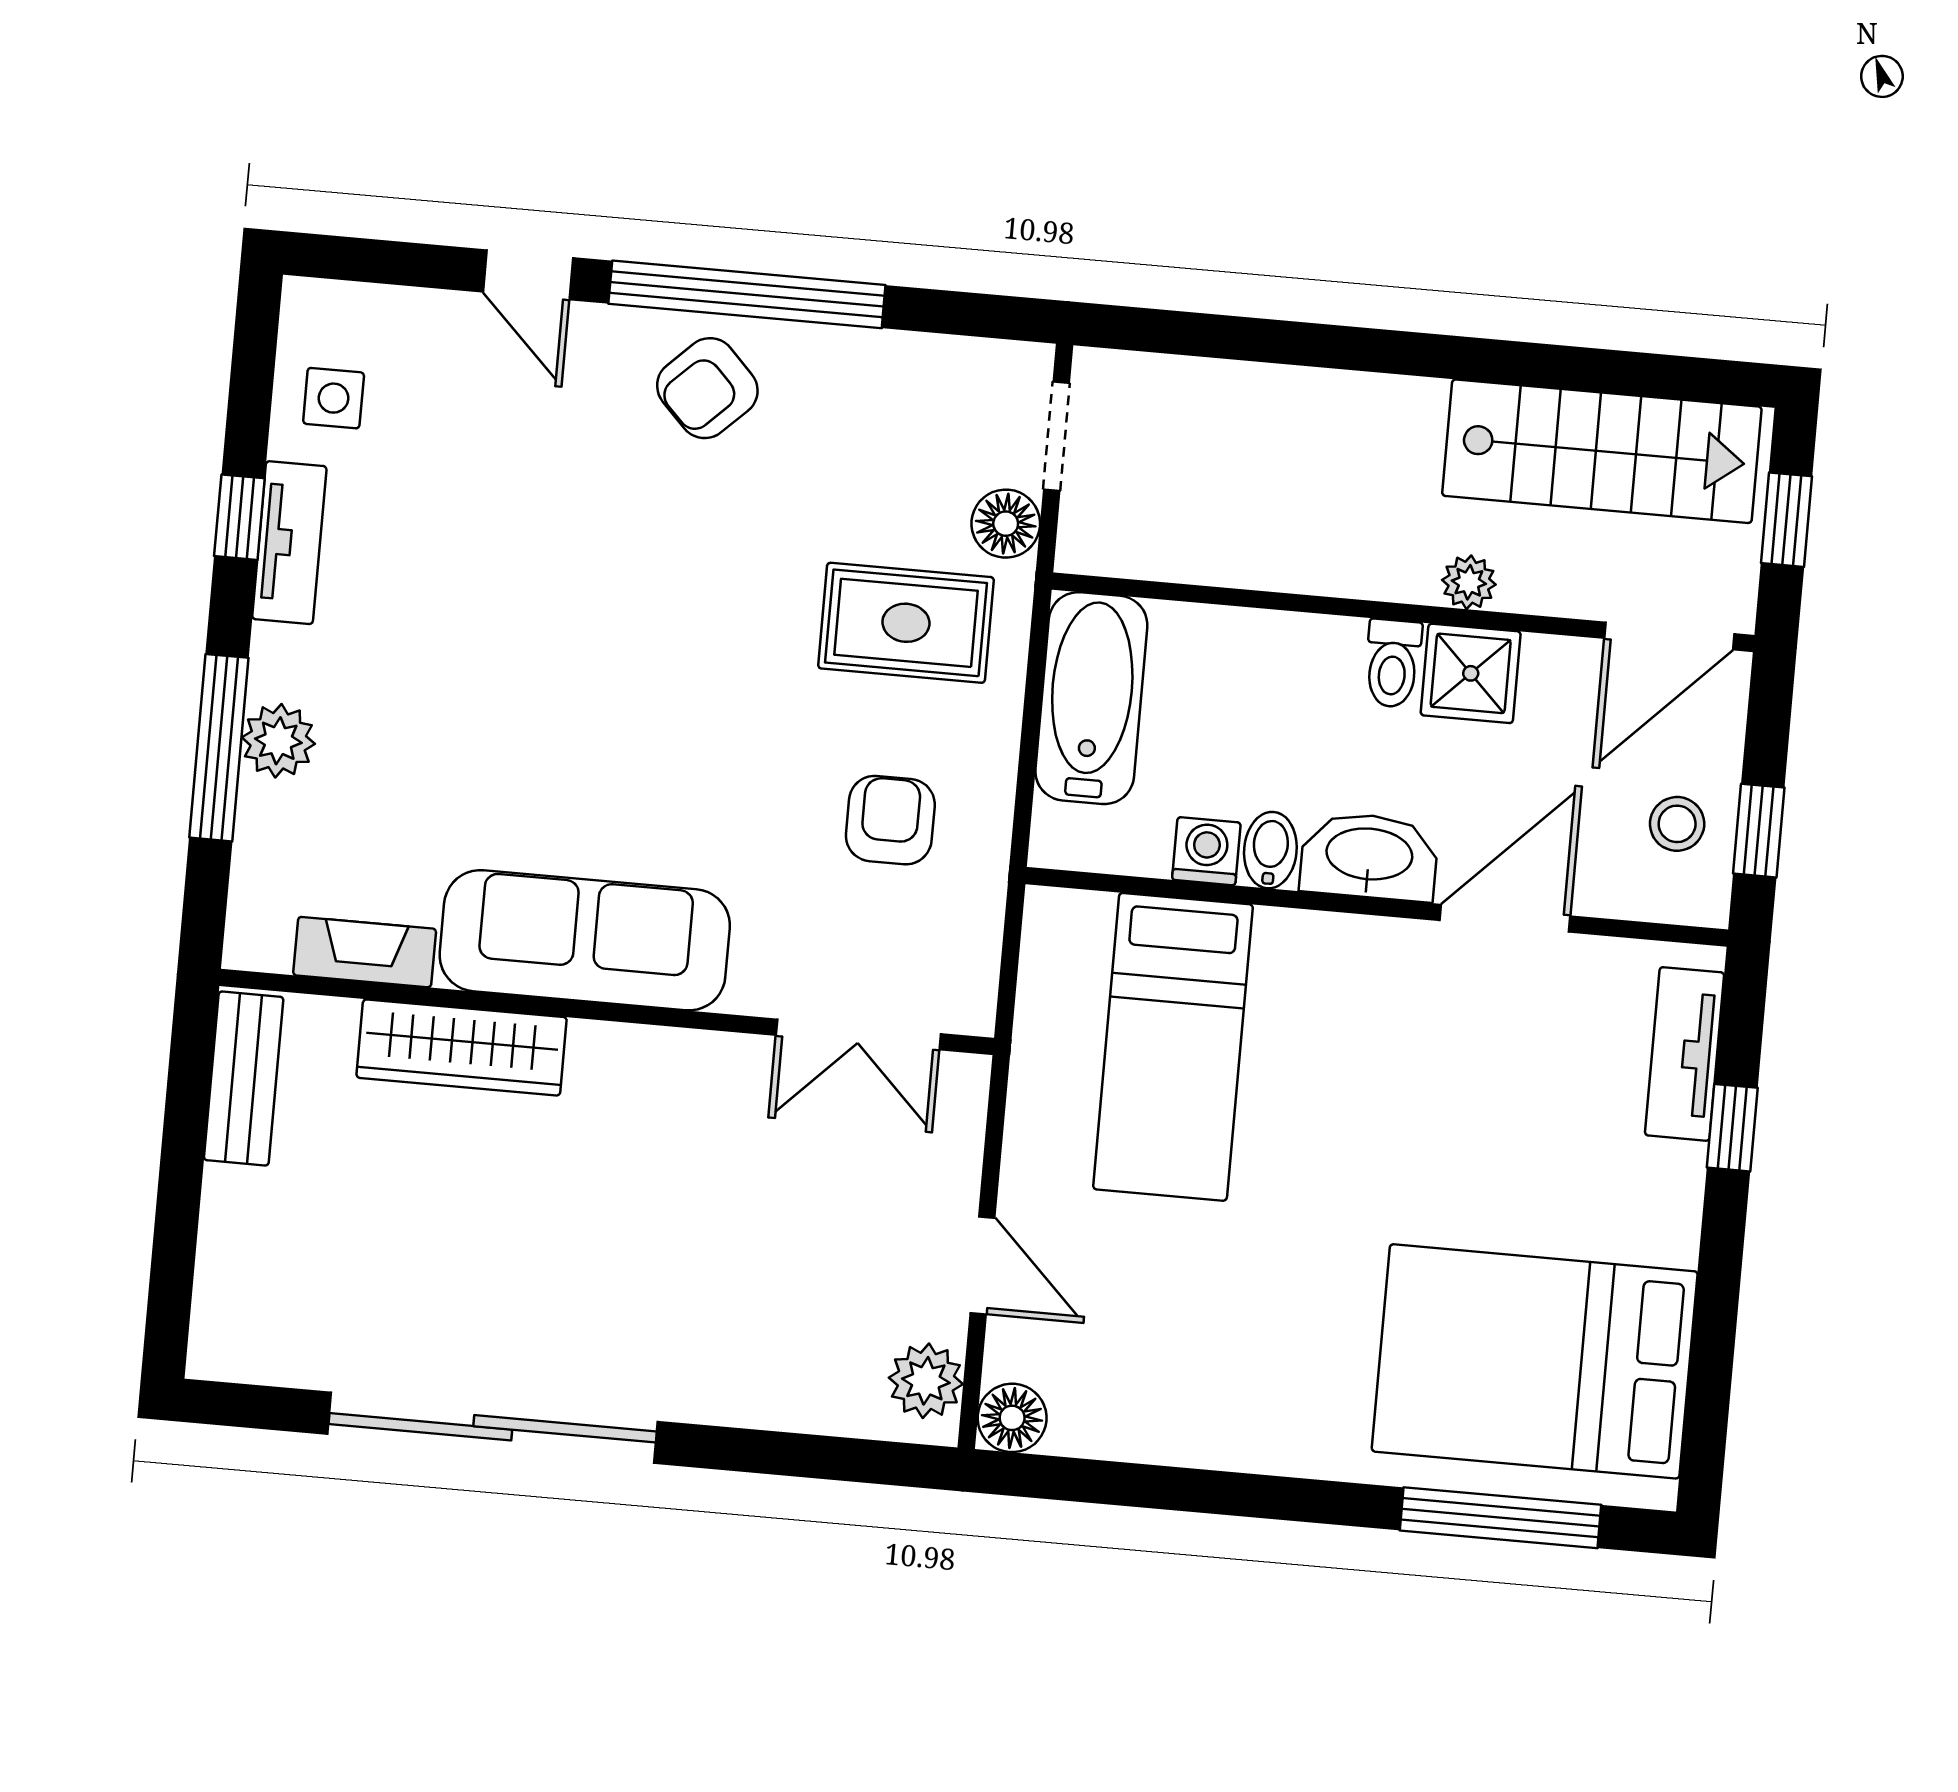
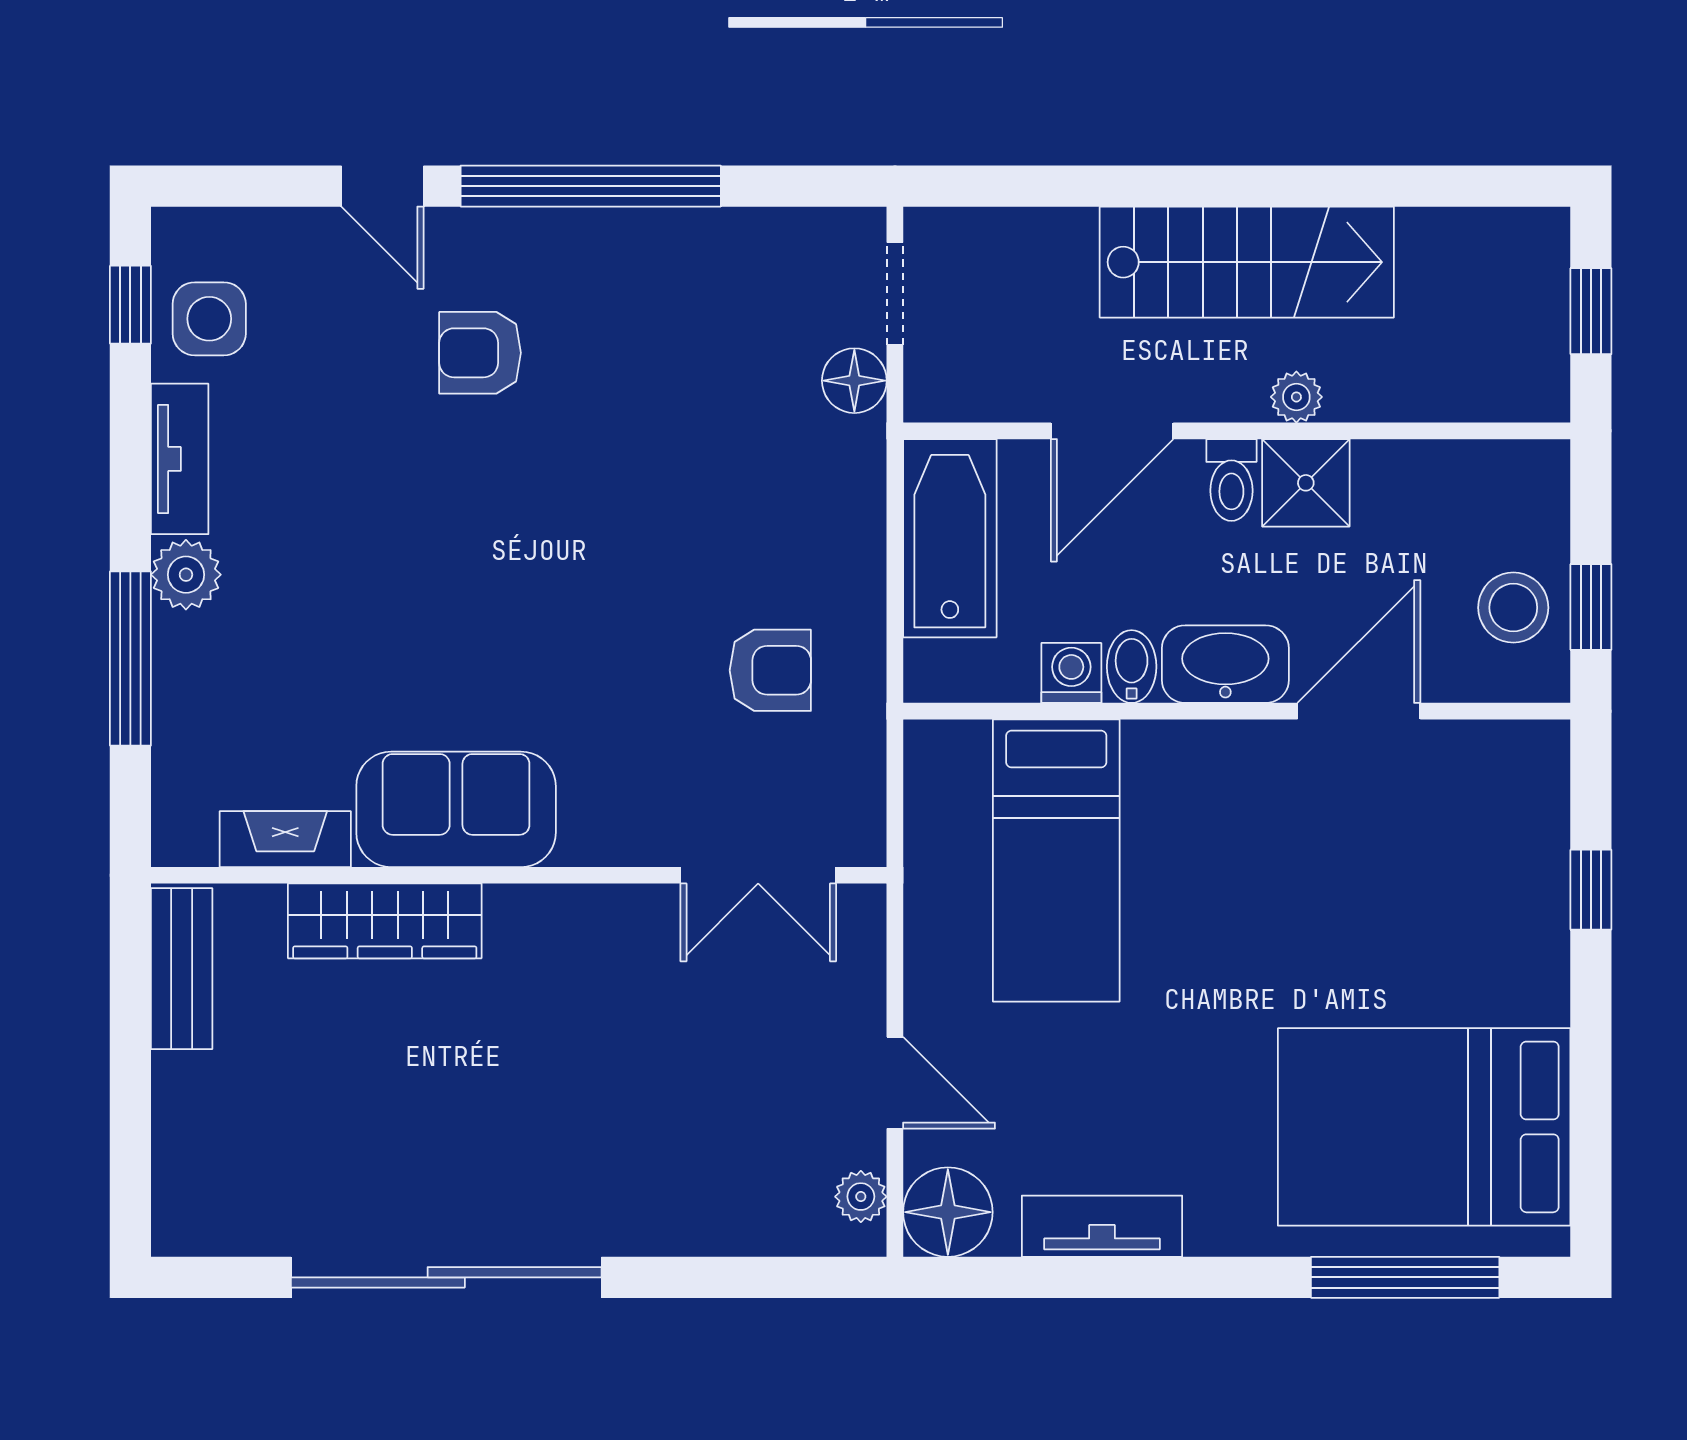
armchair: (707, 388) -> (480, 353), moved, turned 44
side table: (334, 398) -> (209, 319), width x1.37, depth x1.37
stairs: (1602, 451) -> (1247, 262), moved
window: (239, 517) -> (130, 305), moved
rug: (906, 623) -> (768, 483), removed
door: (1669, 636) -> (1112, 431), moved
plant: (278, 741) -> (186, 575), moved
armchair: (890, 820) -> (770, 670), turned 90
stool: (1677, 824) -> (1513, 608), width x1.37, depth x1.37
sofa: (585, 940) -> (456, 809), width x0.73
tv unit: (1685, 1054) -> (1102, 1226), moved, turned 90
plant: (926, 1381) -> (861, 1197), width x0.73, depth x0.73
floor lamp: (1012, 1418) -> (948, 1212), width x1.38, depth x1.38

